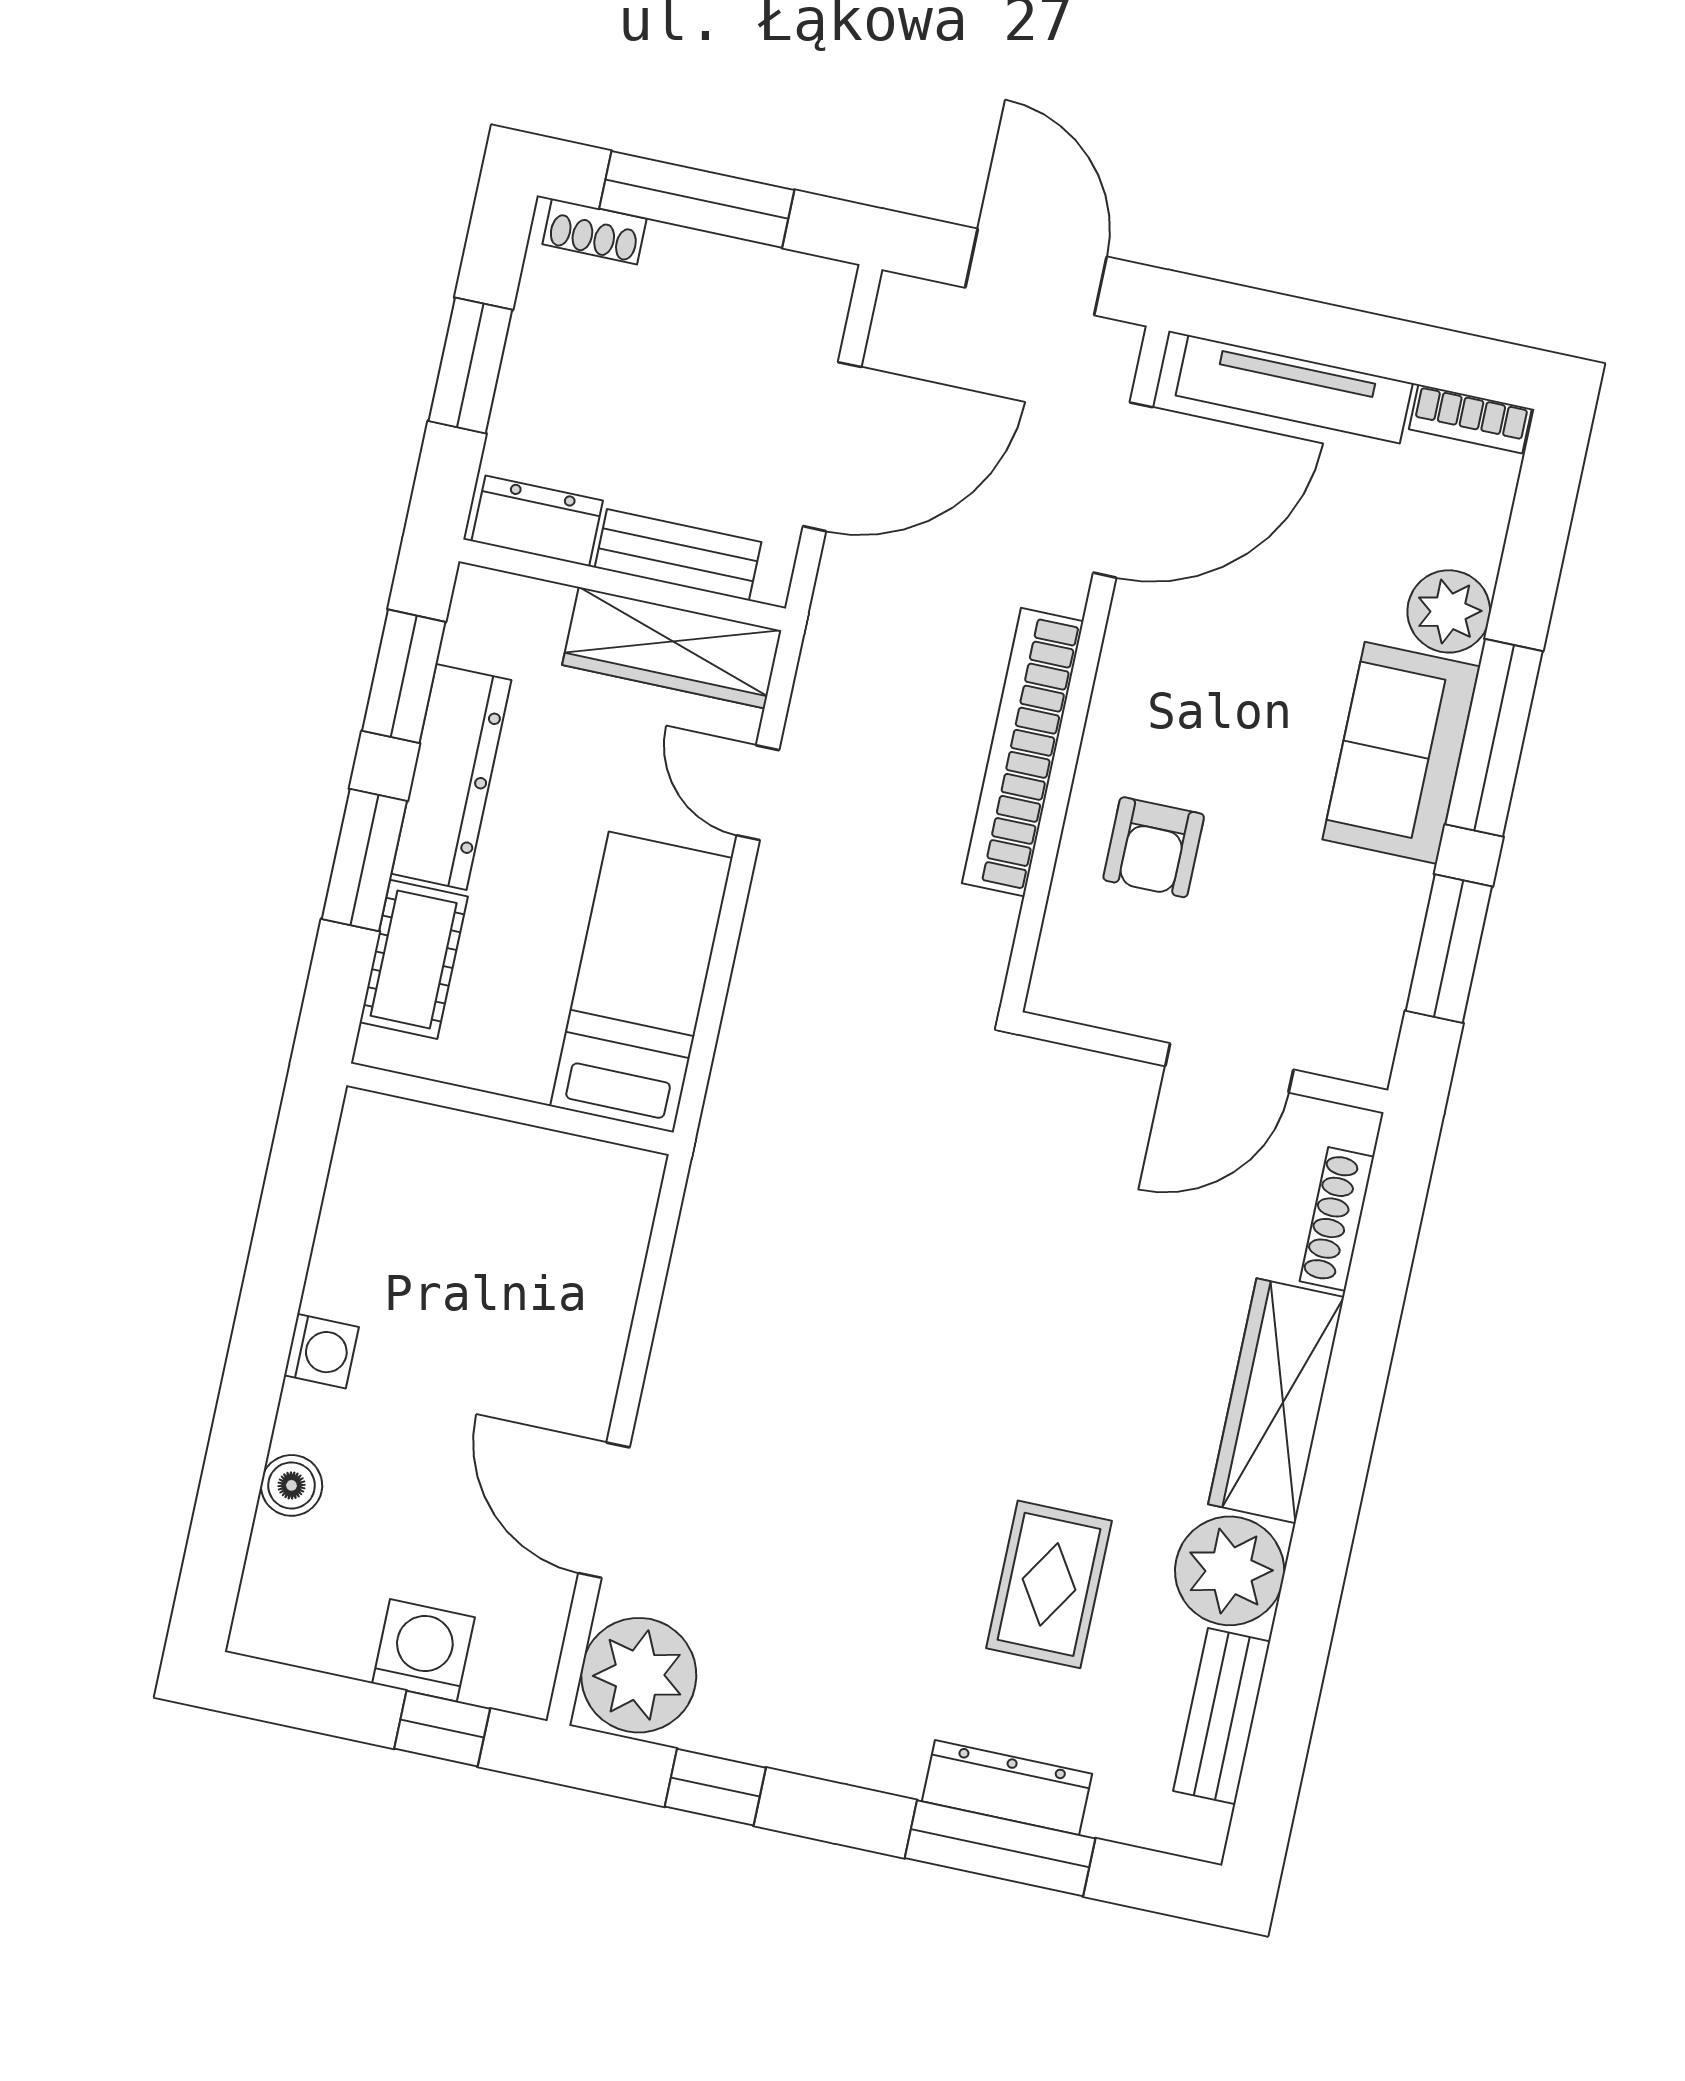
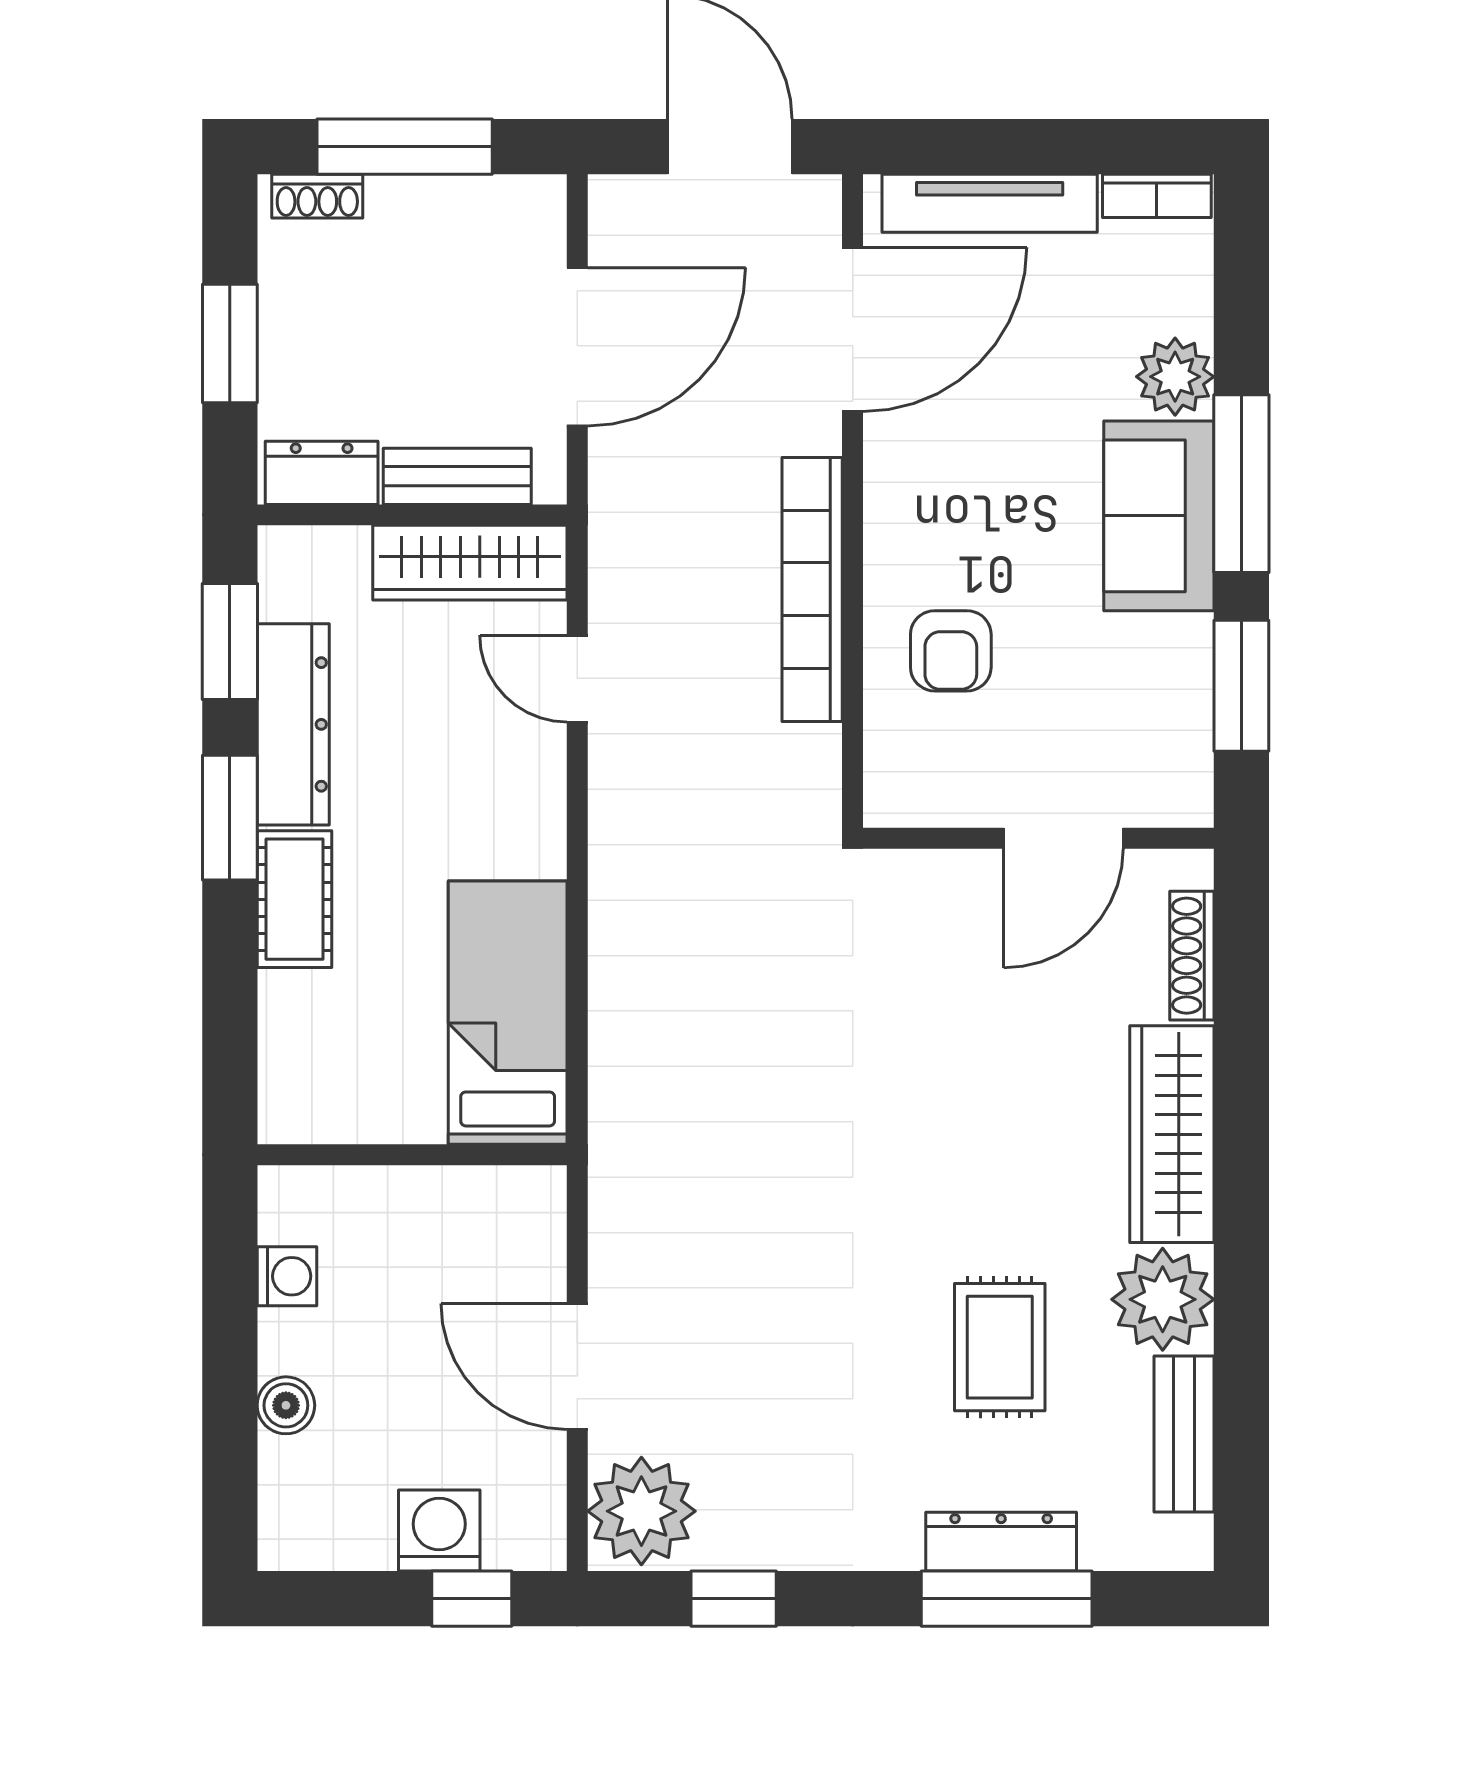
bed: (641, 982) -> (508, 1013), moved
wall: (510, 1109) -> (412, 1155), moved

